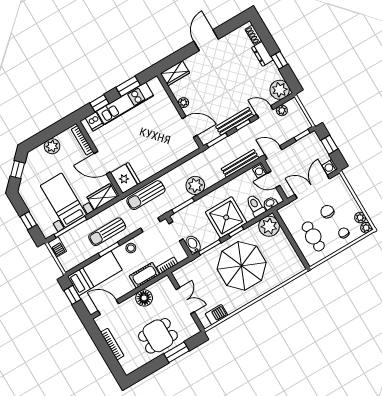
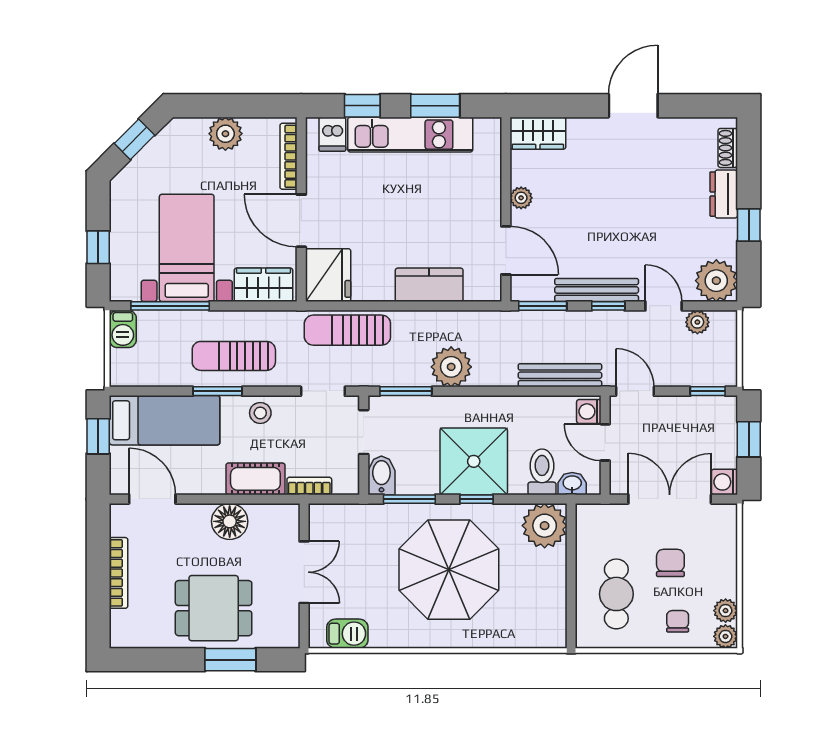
kitchen counter: (168, 158) -> (429, 285), added

